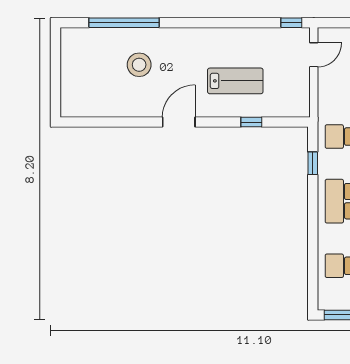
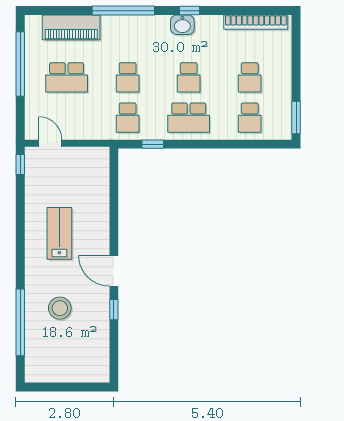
lab bench: (235, 81) -> (59, 233), moved
window: (251, 122) -> (114, 310), moved

